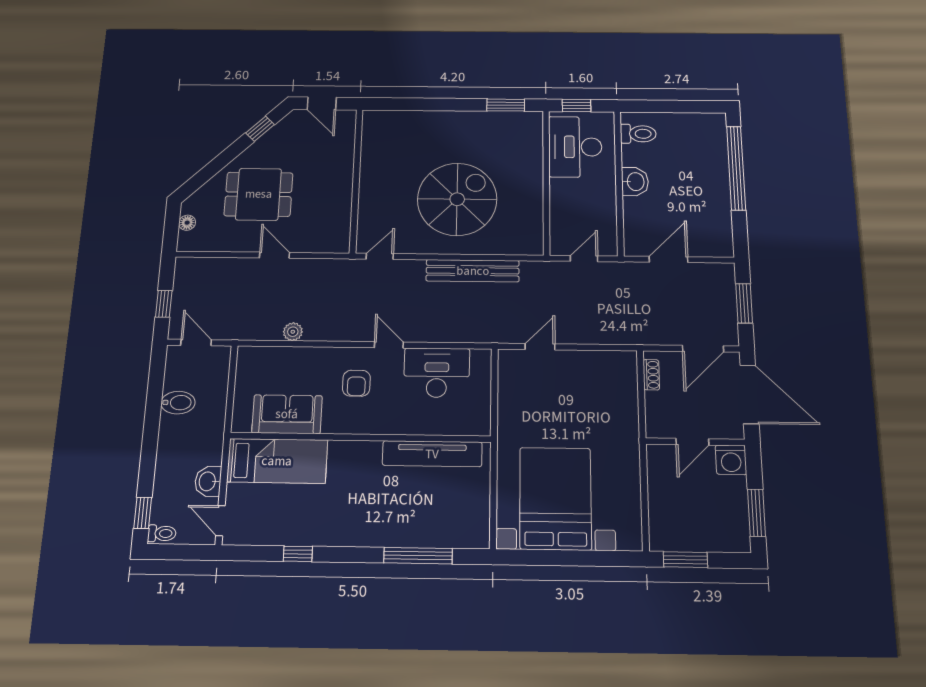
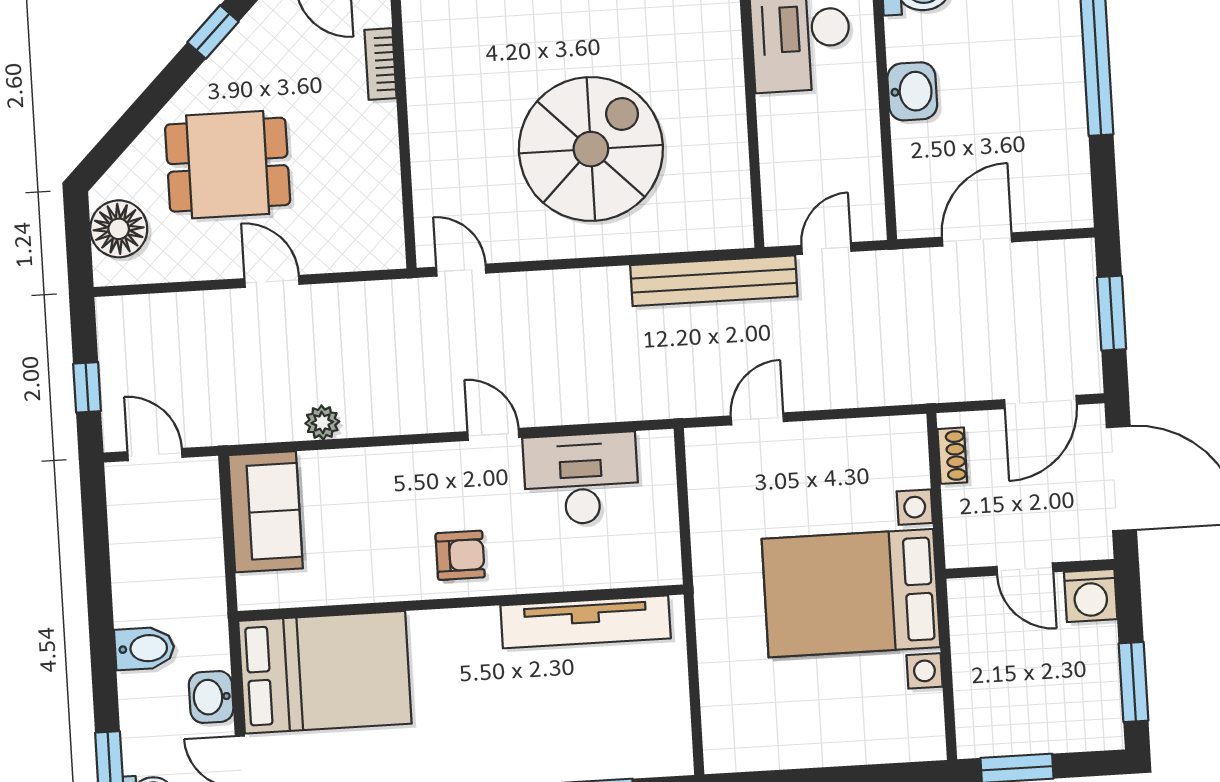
bookcase: (347, 150) -> (380, 64), added
floor lamp: (187, 223) -> (119, 229), width x1.89, depth x1.89
door: (380, 256) -> (461, 270), hinge flipped
bench: (473, 271) -> (714, 281), moved
armchair: (356, 383) -> (460, 555), moved, turned -90
bidet: (178, 403) -> (145, 648), moved
sofa: (287, 414) -> (266, 512), moved, turned 90
door: (692, 442) -> (1025, 569), hinge flipped
bed: (277, 461) -> (325, 672), width x1.50
bed with nightstands: (555, 498) -> (851, 593), moved, turned -90

